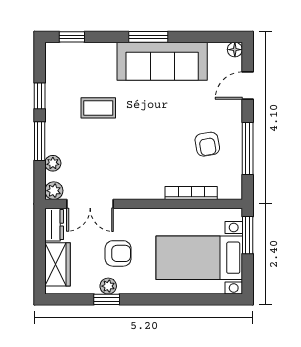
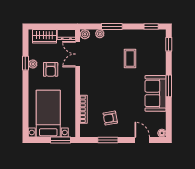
sofa: (162, 61) -> (156, 93), width x0.73
window: (40, 96) -> (151, 27), moved
window: (248, 149) -> (108, 140), width x0.69

